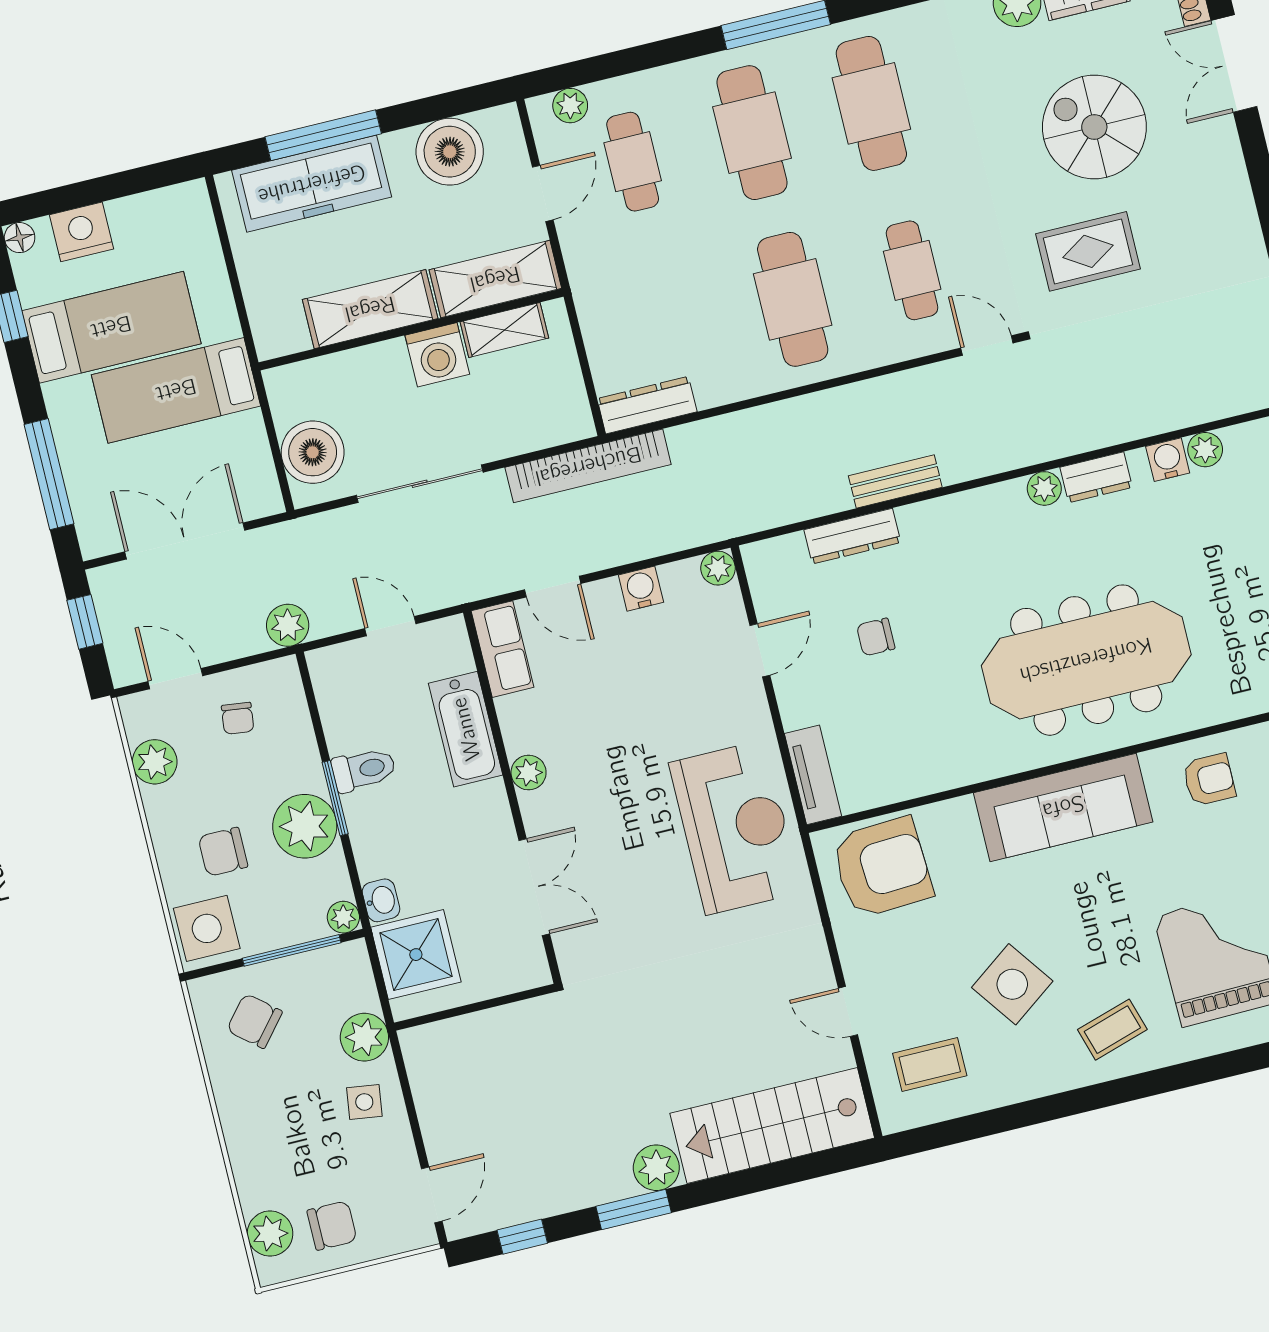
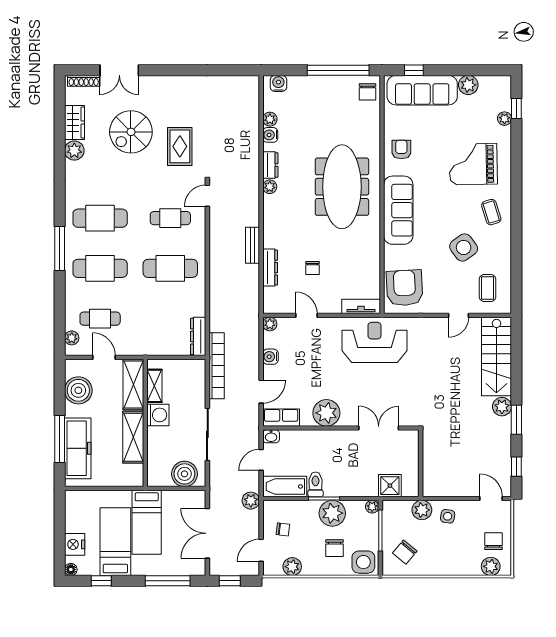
bathtub: (466, 729) -> (285, 486), moved, turned 180
plant: (529, 773) -> (326, 413), width x1.88, depth x1.88
washbasin: (381, 900) -> (271, 436), moved, turned 180
shower: (416, 955) -> (390, 486), width x0.73, depth x0.73

